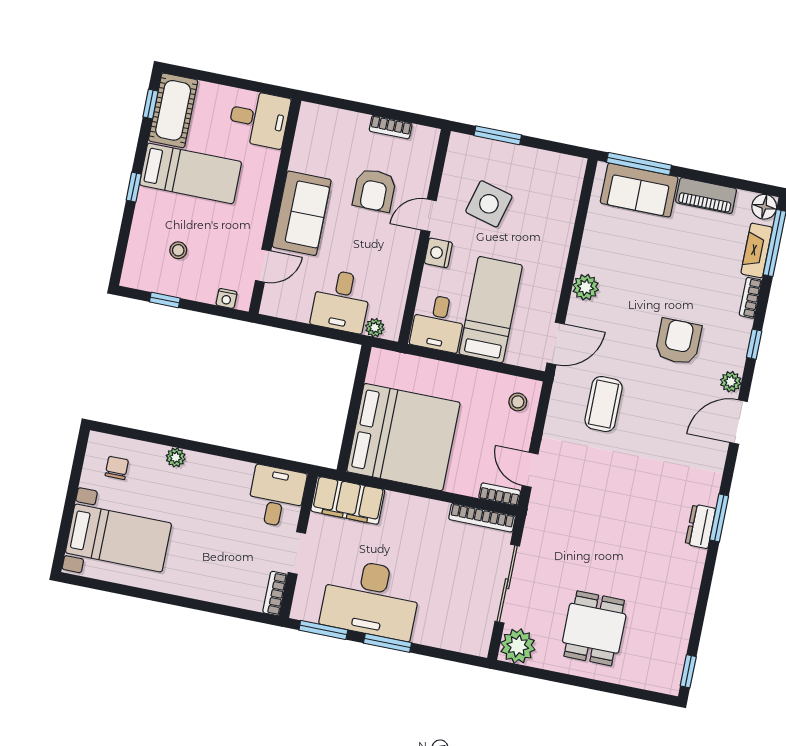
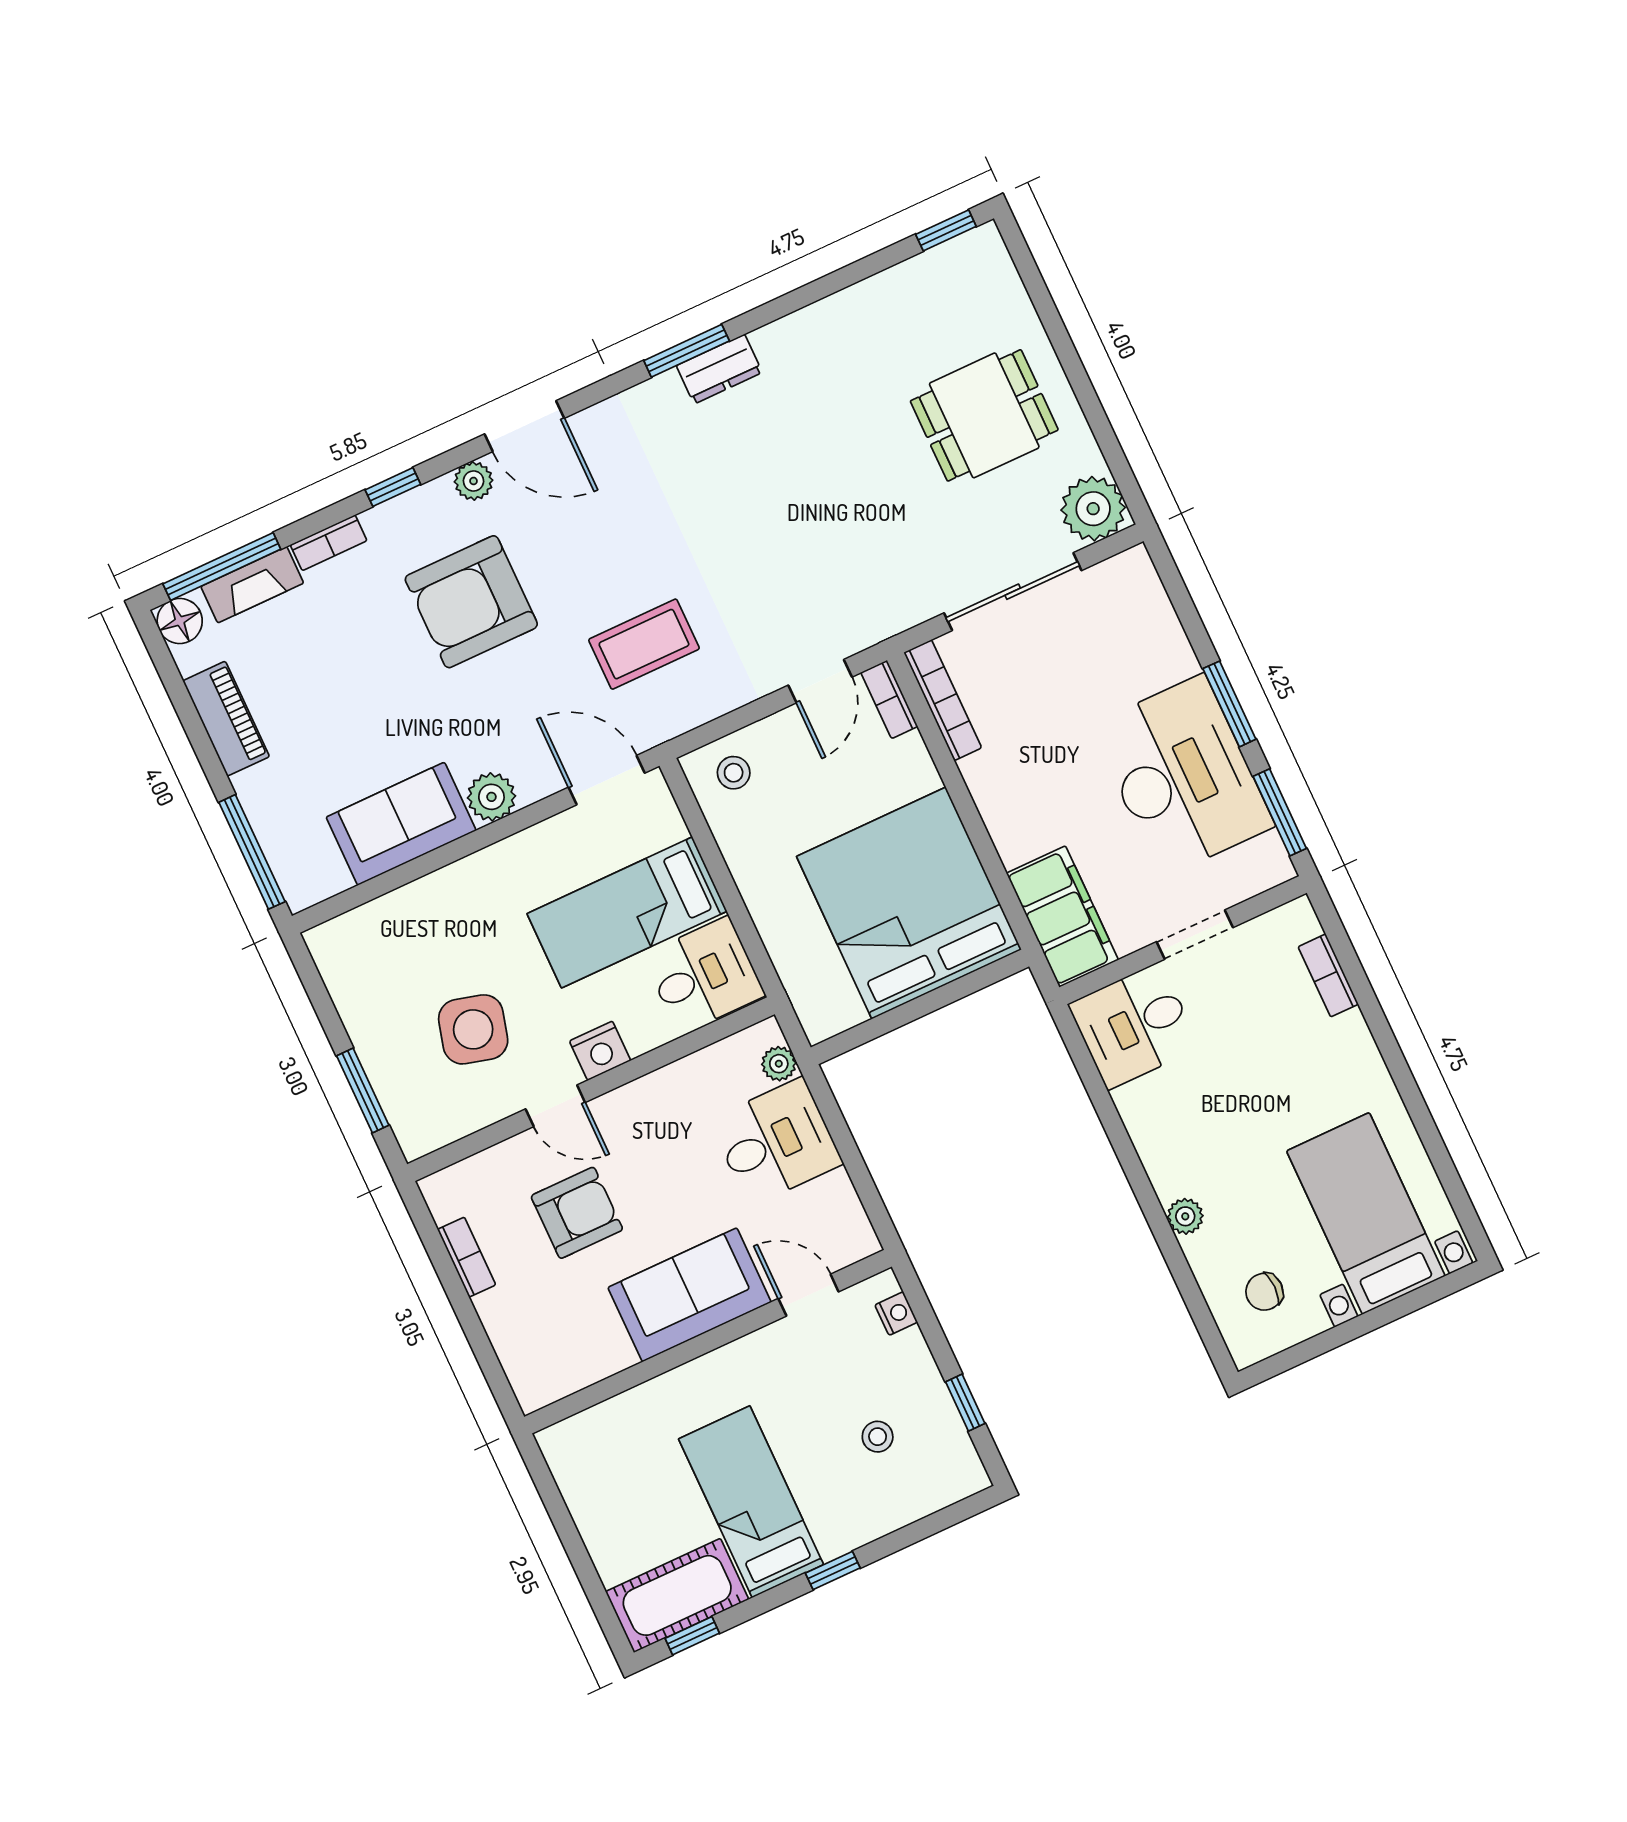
desk: (259, 119) -> (597, 1460), removed
sofa: (639, 190) -> (401, 824), moved, turned -90
armchair: (678, 342) -> (471, 602), width x1.36, depth x1.36
bookcase: (275, 593) -> (1328, 975), moved, turned 90

